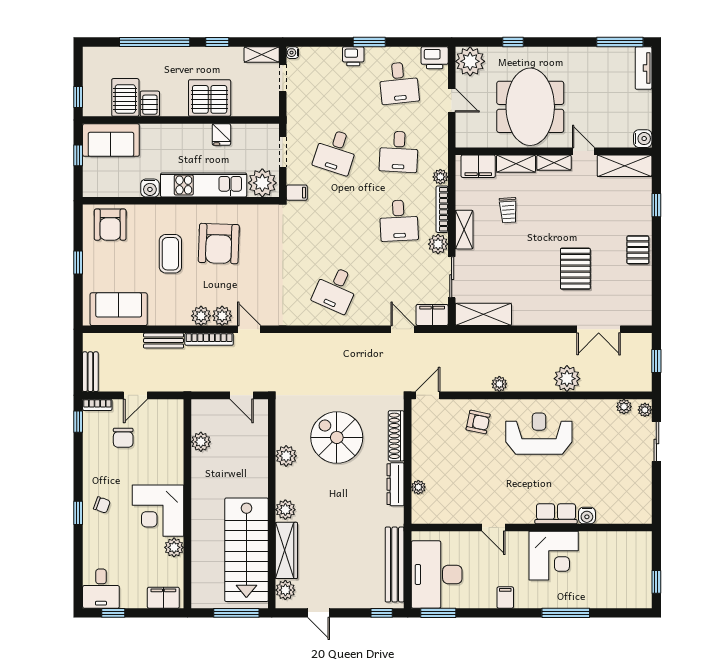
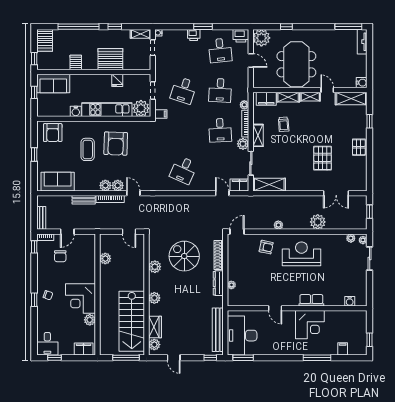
server rack: (125, 97) -> (45, 40), moved, turned 180
water cooler: (587, 515) -> (350, 301), moved
wardrobe: (286, 550) -> (155, 327), width x0.67
filing cabinet: (505, 597) -> (343, 349), moved

